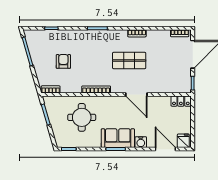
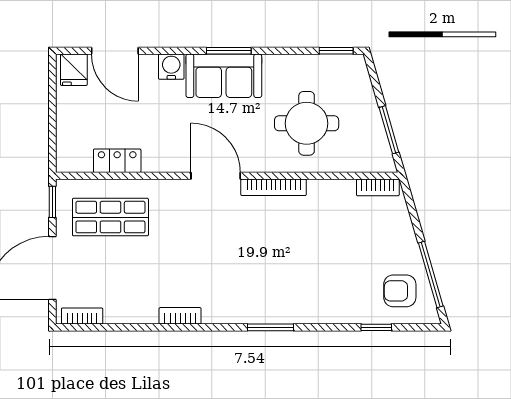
armchair: (63, 61) -> (400, 291), moved, turned 90
shop shelf: (129, 61) -> (110, 217), moved
door: (136, 94) -> (216, 176), moved
locker: (181, 101) -> (117, 161), moved

